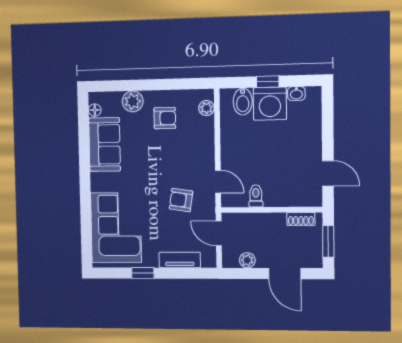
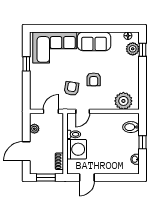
window: (117, 86) -> (143, 50), added
plant: (133, 101) -> (133, 49), moved
washing machine: (270, 104) -> (77, 149), moved, turned 180
plant: (206, 108) -> (123, 101), width x1.88, depth x1.88
armchair: (165, 118) -> (94, 79), moved
sofa: (105, 144) -> (94, 41), moved
tv unit: (180, 260) -> (34, 87), removed

